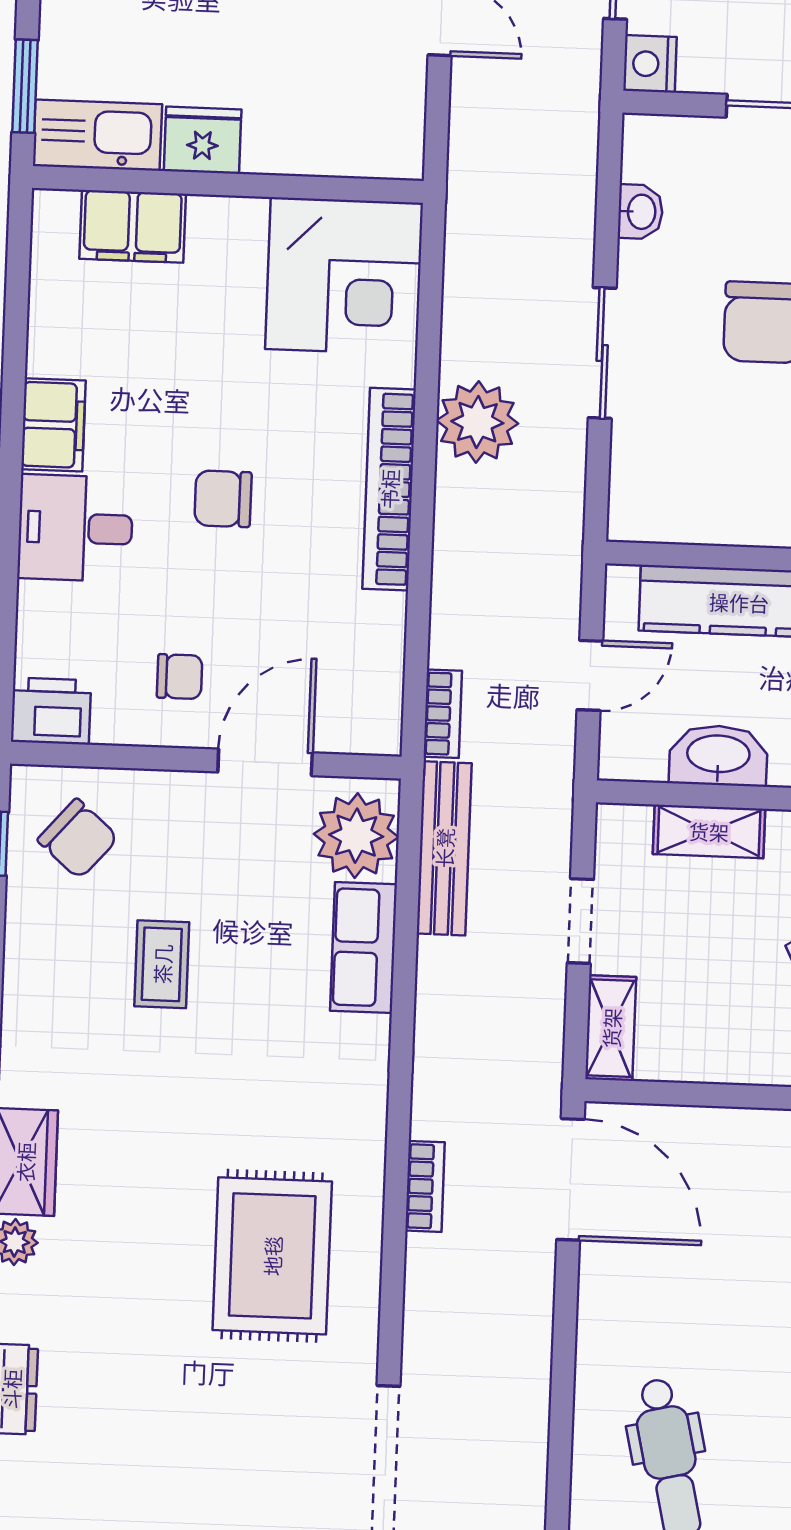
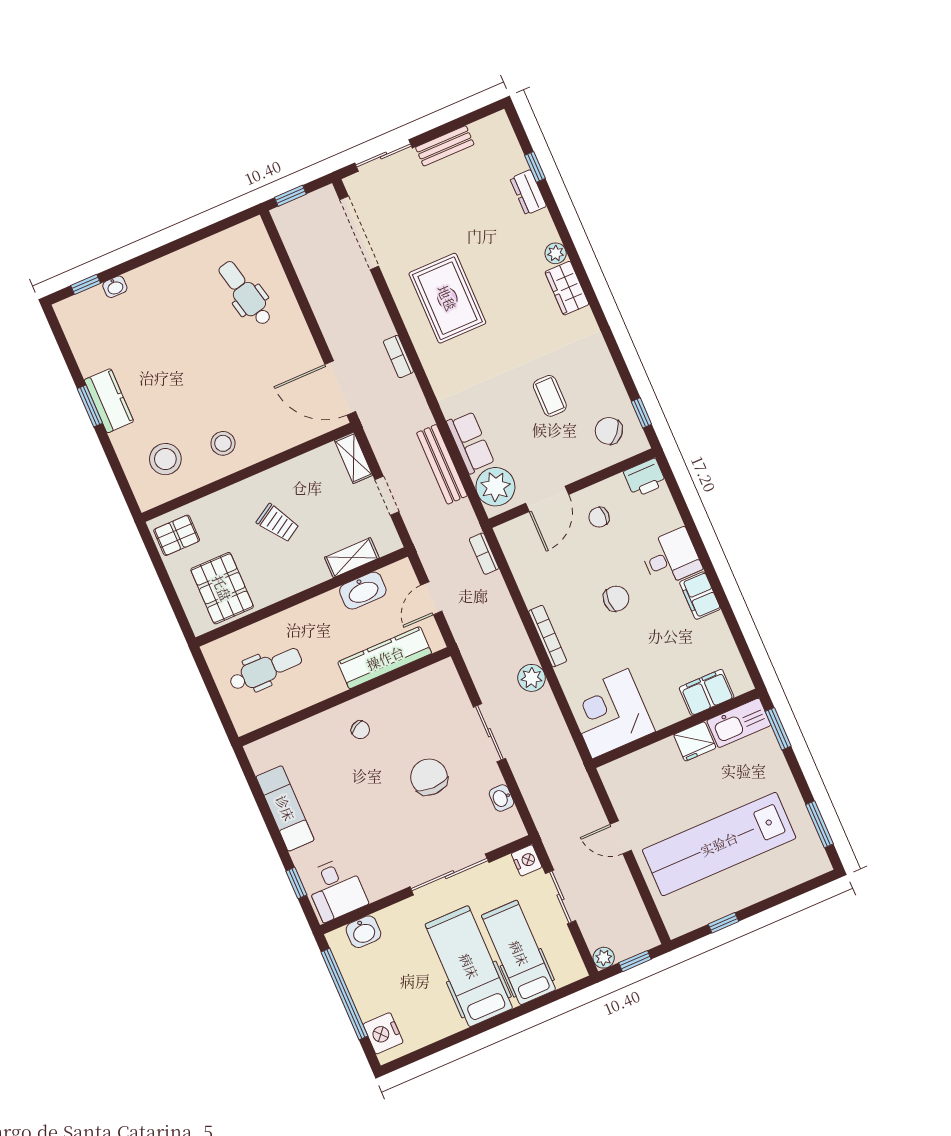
plant: (477, 422) -> (532, 678), width x0.73, depth x0.73
bookcase: (389, 489) -> (548, 636), width x0.68, depth x0.76
bench: (444, 848) -> (442, 464), moved

